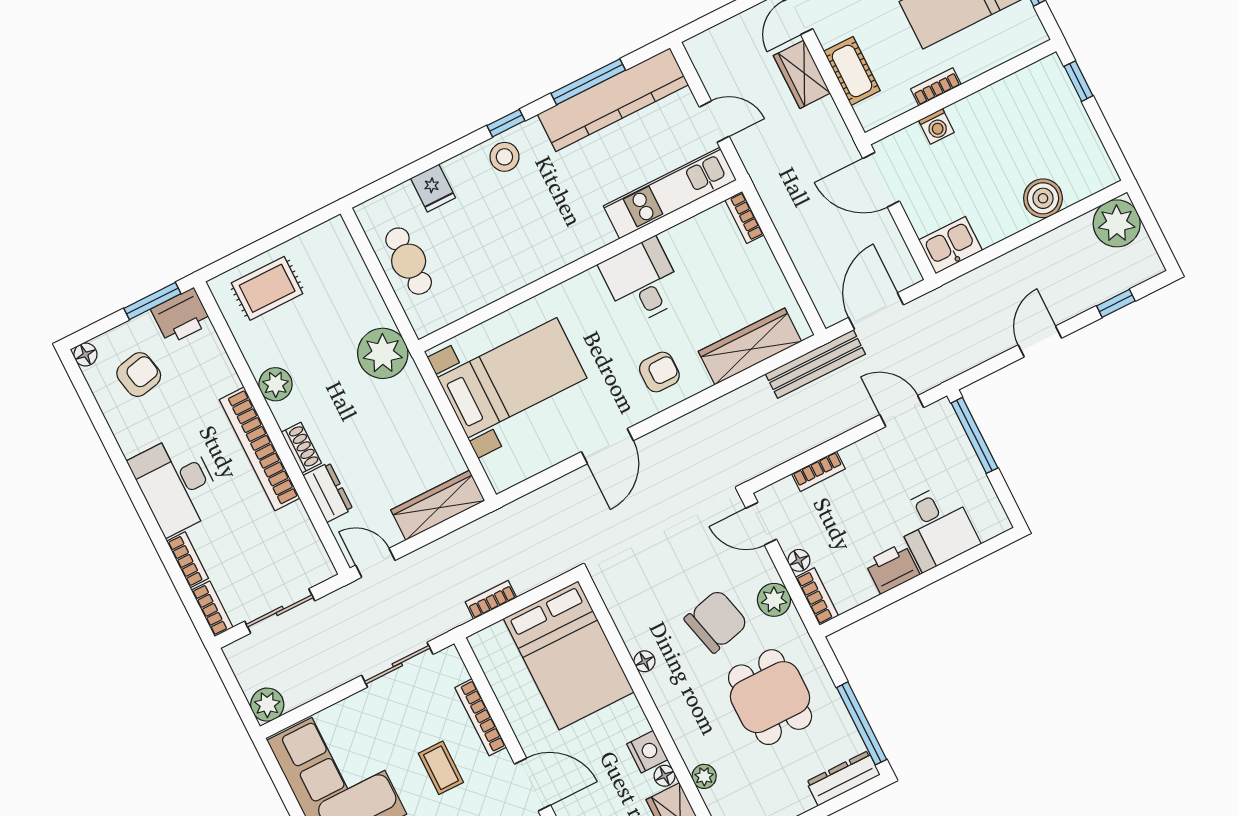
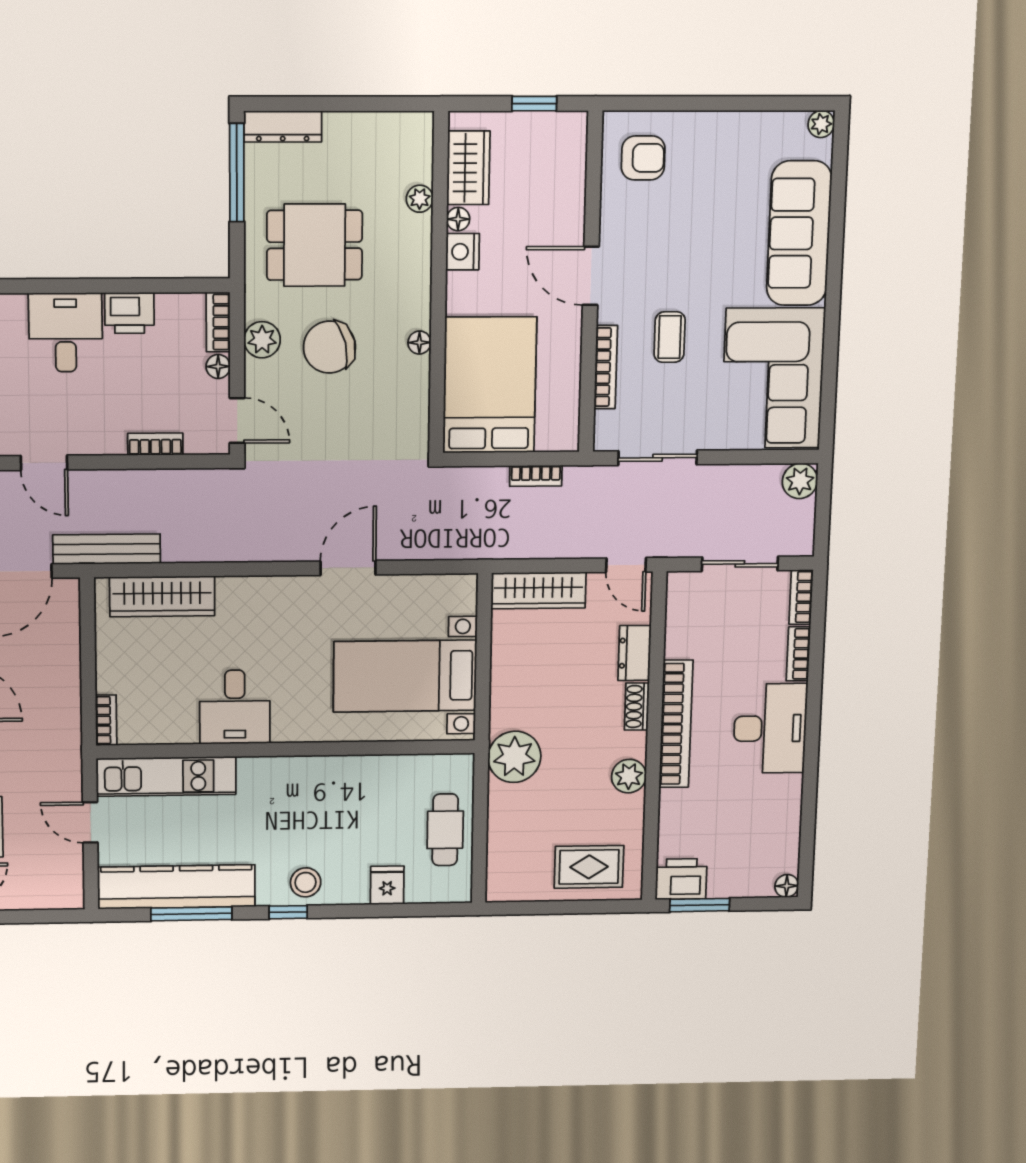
armchair: (659, 372) -> (262, 614), removed
armchair: (139, 375) -> (749, 845), removed
dining table: (770, 697) -> (315, 245), turned 90

